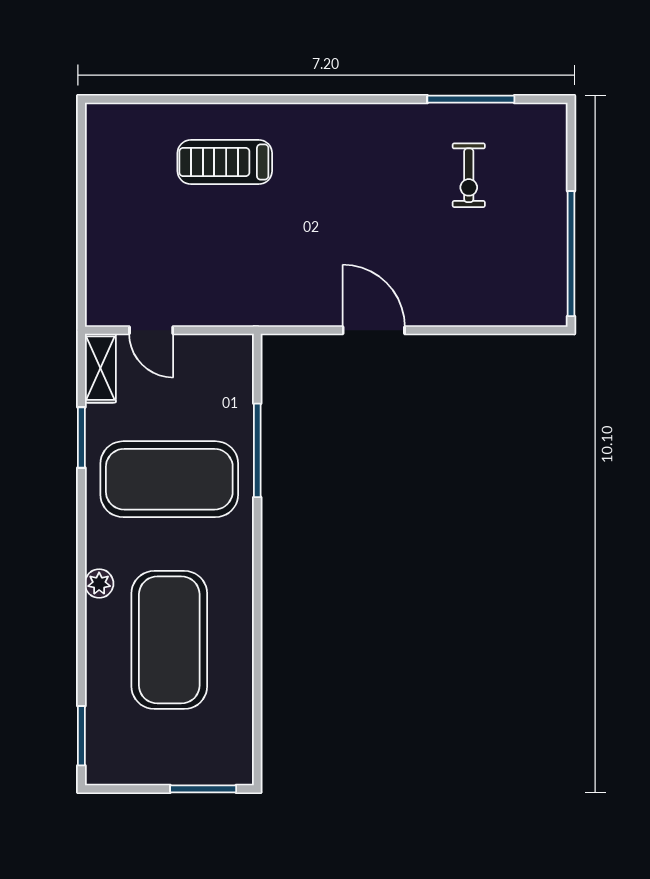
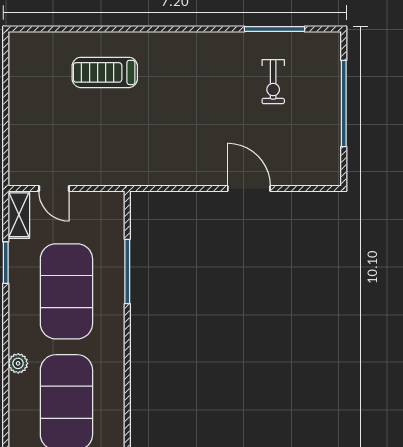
window: (571, 254) -> (344, 103), moved
door: (374, 330) -> (249, 189), moved
exercise mat: (169, 479) -> (66, 291), turned 90

